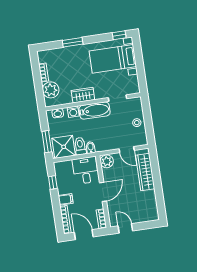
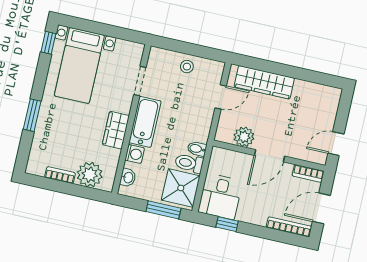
plant: (107, 161) -> (244, 137), moved
desk: (85, 170) -> (220, 196), moved, turned -90
door: (103, 192) -> (269, 156), swing flipped
filing cabinet: (66, 199) -> (259, 215), removed

